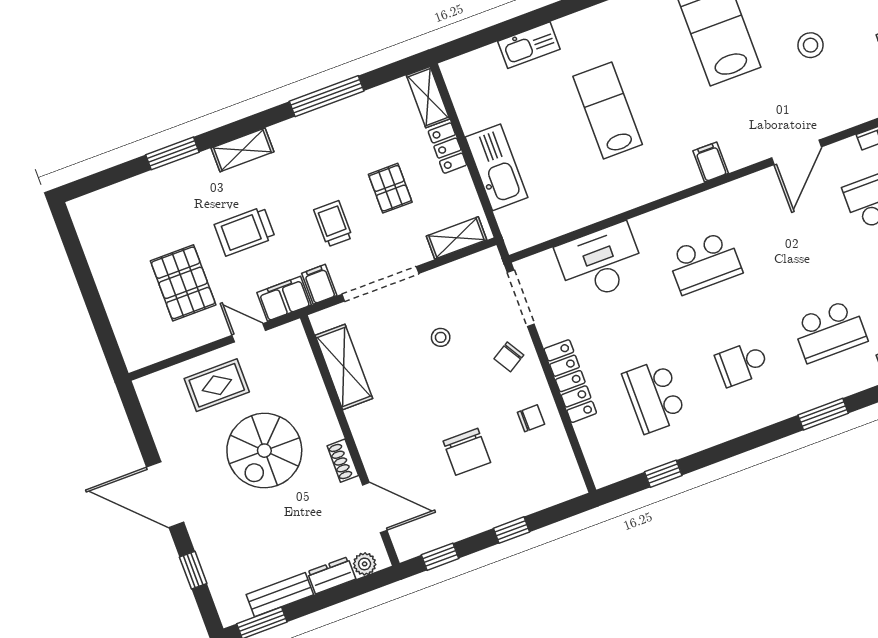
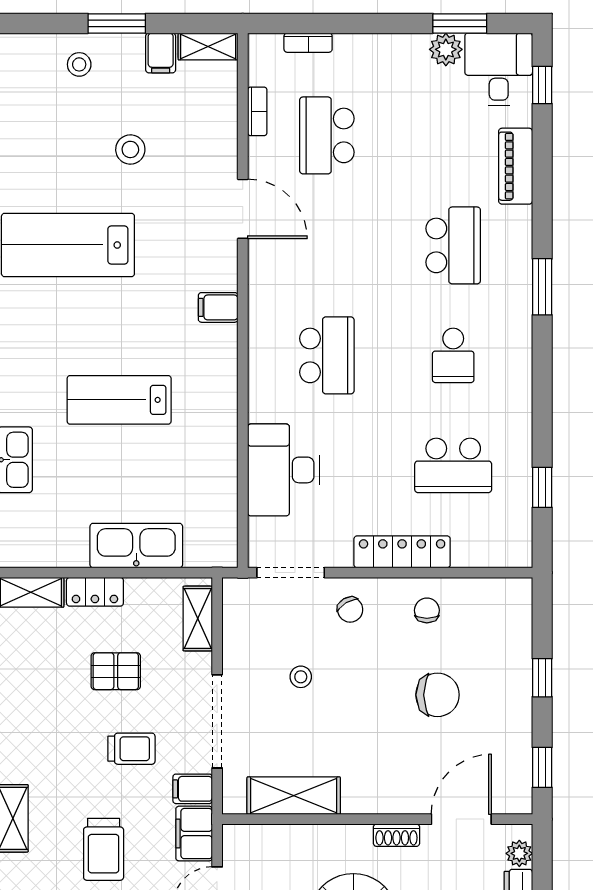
trolley: (333, 224) -> (131, 749), turned 180

